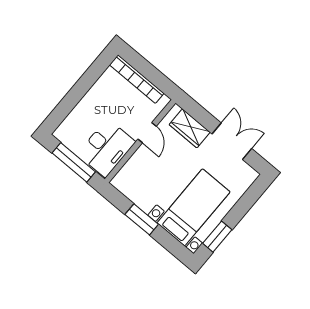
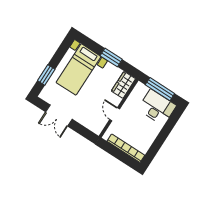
wardrobe: (190, 128) -> (123, 85), moved, turned -90
desk: (106, 148) -> (157, 107), moved, turned 90
window: (217, 237) -> (46, 75), moved

